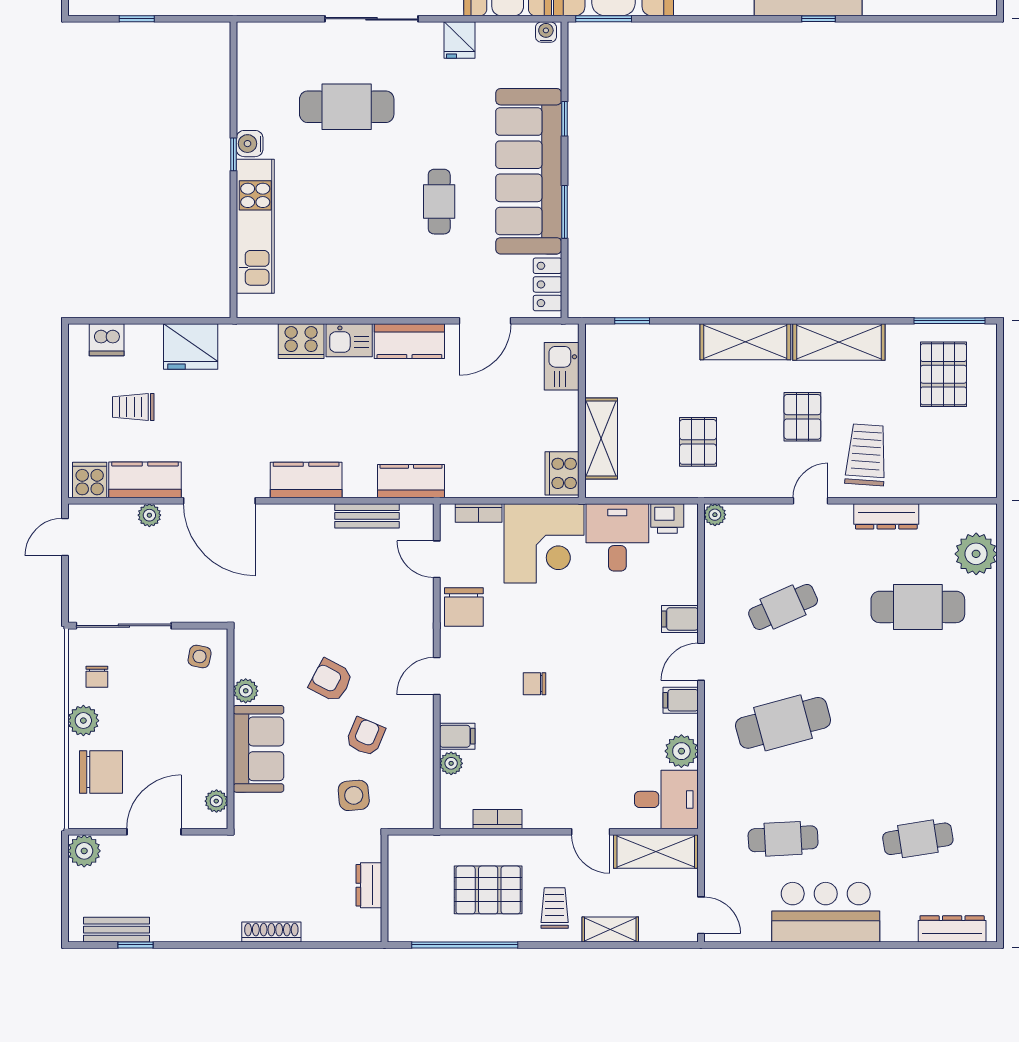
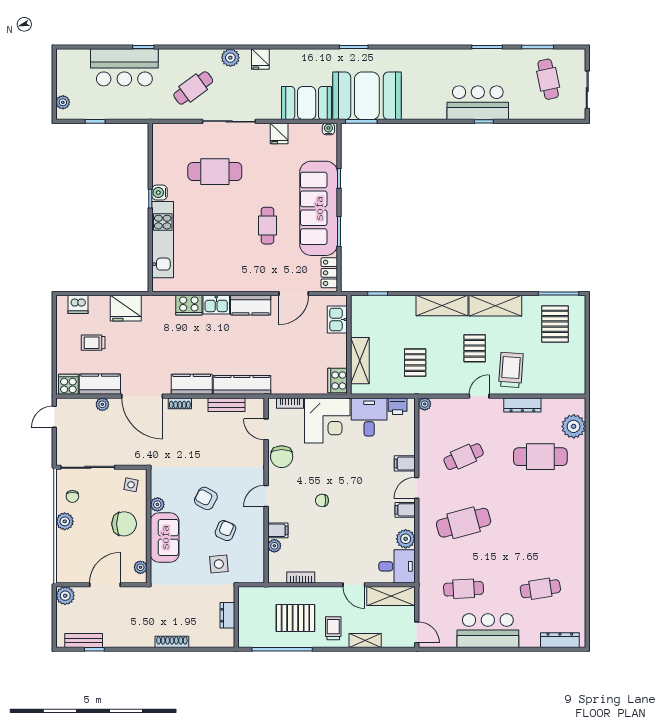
kitchen counter: (411, 481) -> (242, 385), width x1.50
shoe rack: (285, 514) -> (180, 403), added
chair: (101, 772) -> (124, 524), moved

